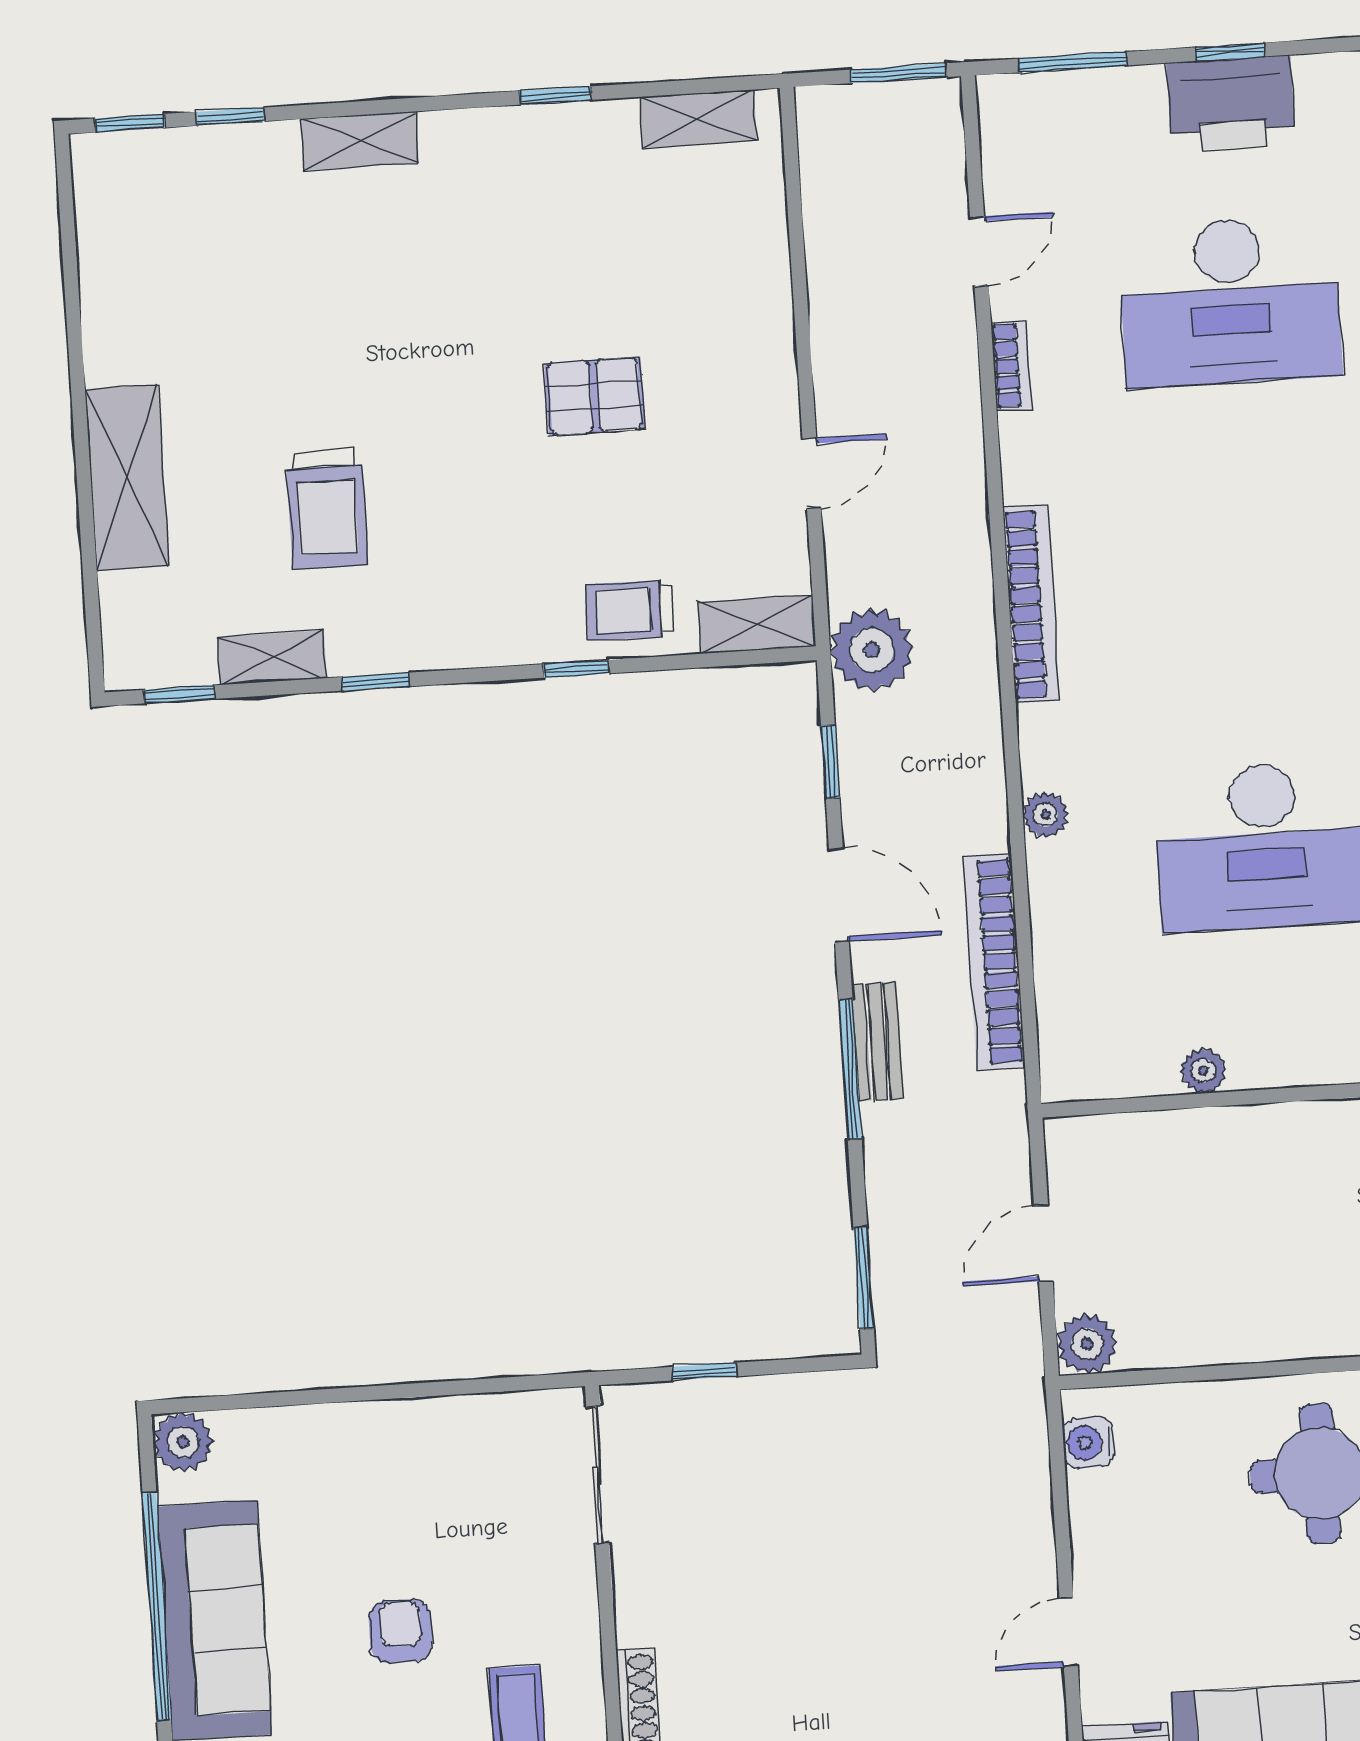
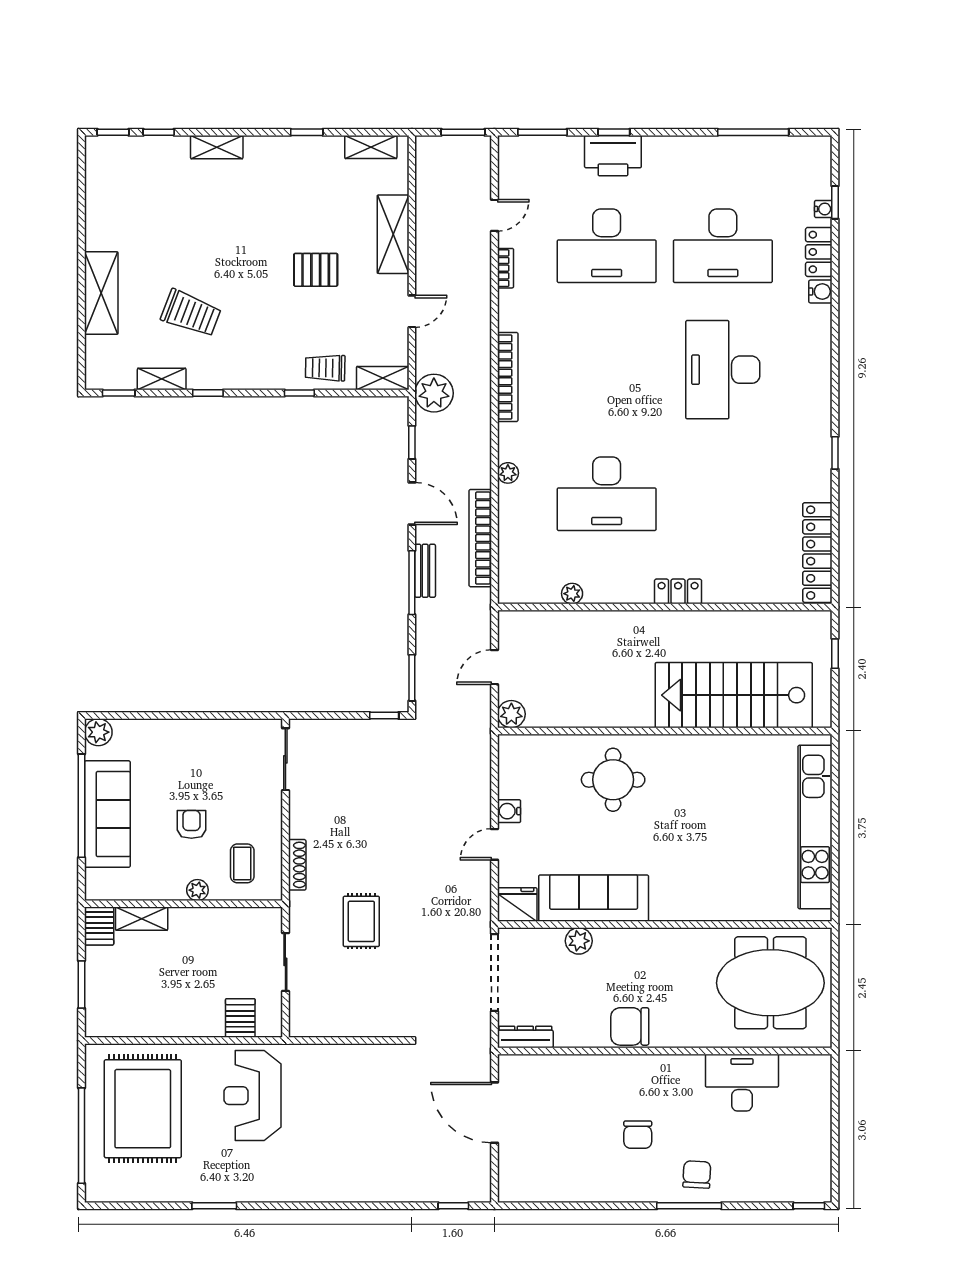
shelving: (759, 307) -> (393, 234), added
trolley: (327, 509) -> (191, 313), turned -69
window: (704, 1372) -> (384, 715), moved
water cooler: (1088, 1443) -> (509, 811), moved

